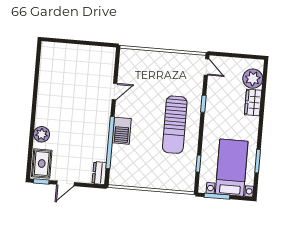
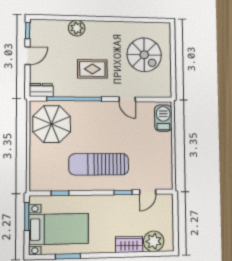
door: (206, 67) -> (148, 192), moved
spiral stairs: (72, 70) -> (144, 55), added
barbecue: (122, 131) -> (163, 118), moved, turned 90
rug: (42, 163) -> (92, 69), moved
parasol: (133, 166) -> (52, 124), added
door: (65, 183) -> (27, 56), swing flipped

